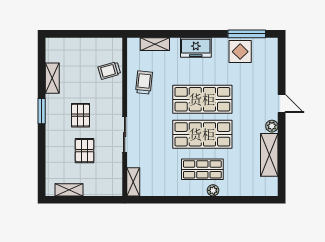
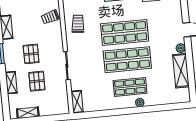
shelving: (52, 149) -> (11, 83), added

